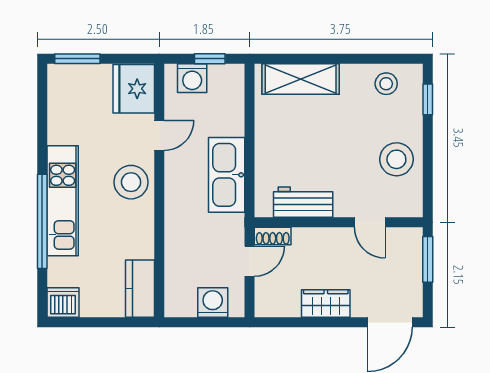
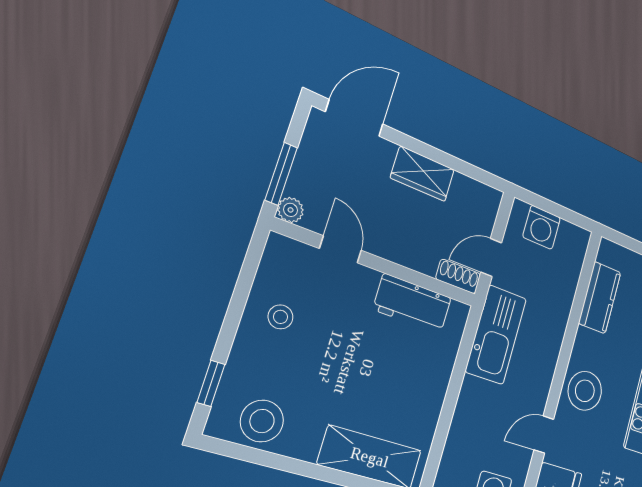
stool: (386, 84) -> (262, 421), width x1.38, depth x1.38
stool: (396, 159) -> (280, 317), width x0.53, depth x0.53
kitchen sink: (227, 175) -> (496, 335), moved
plant: (413, 237) -> (291, 210), added
kitchen counter: (140, 289) -> (600, 298), moved

